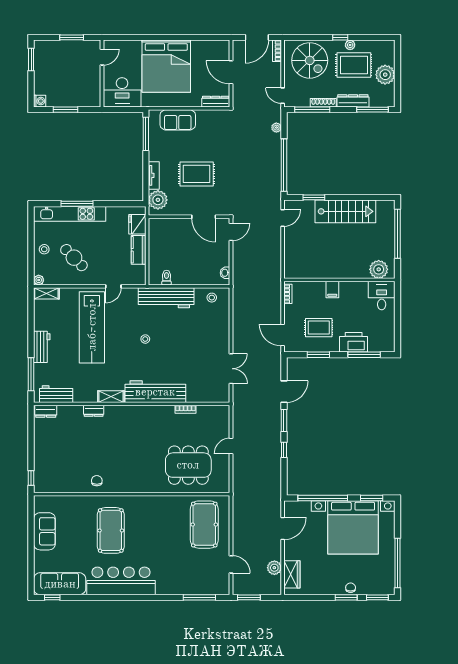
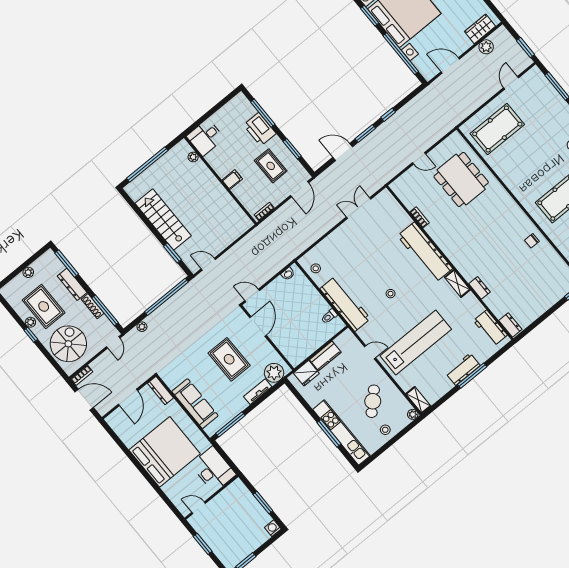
plant: (385, 75) -> (28, 272), width x0.53, depth x0.53
sofa: (178, 120) -> (195, 404), width x1.36
plant: (379, 269) -> (193, 157), width x0.53, depth x0.53
window: (31, 374) -> (472, 376), moved

